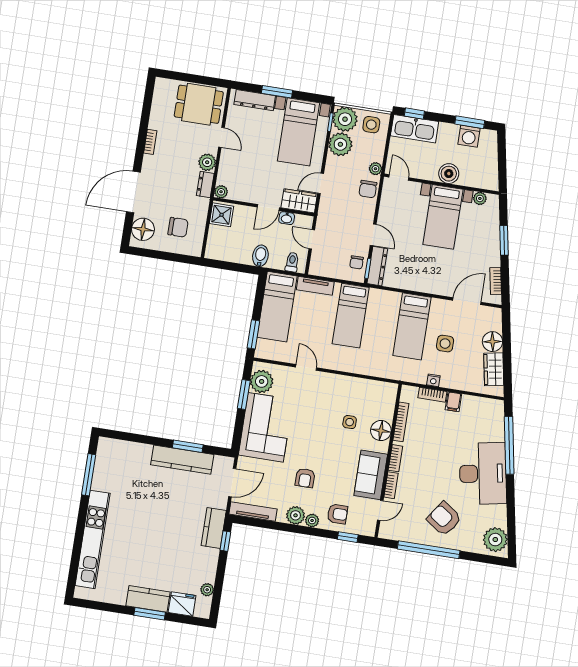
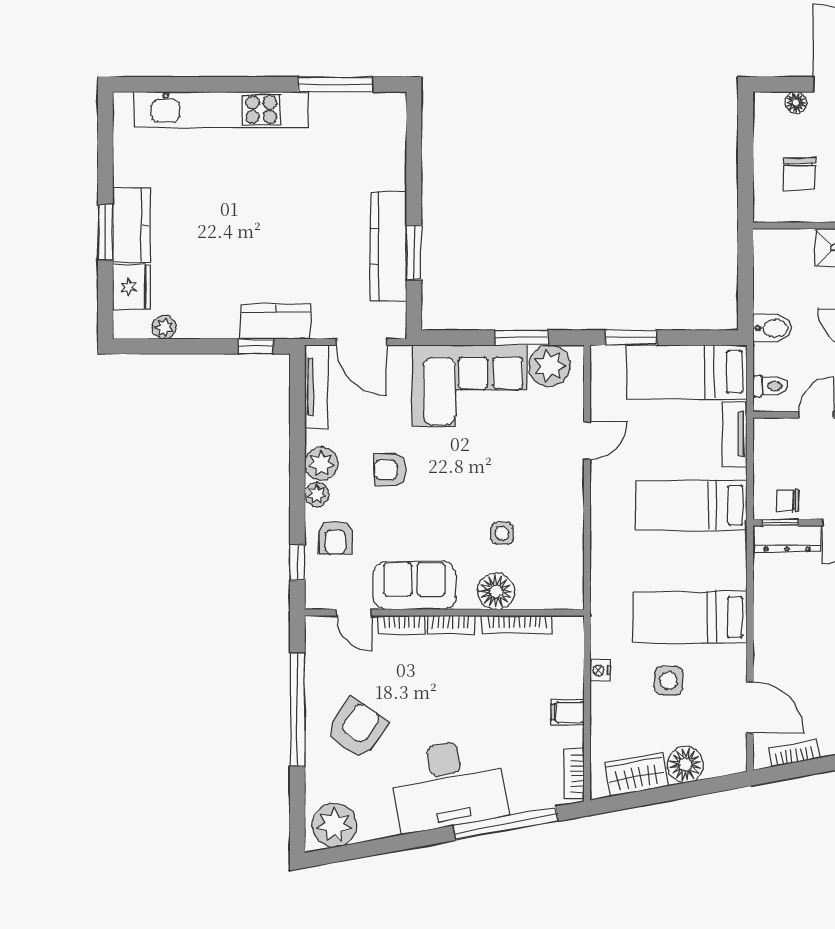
floor lamp: (143, 229) -> (796, 102), width x0.53, depth x0.53
bookcase: (432, 395) -> (574, 774), moved

